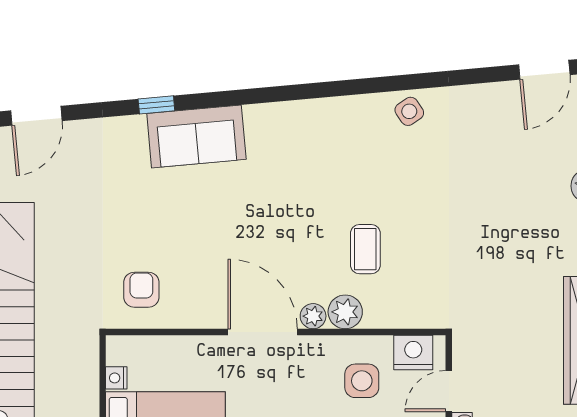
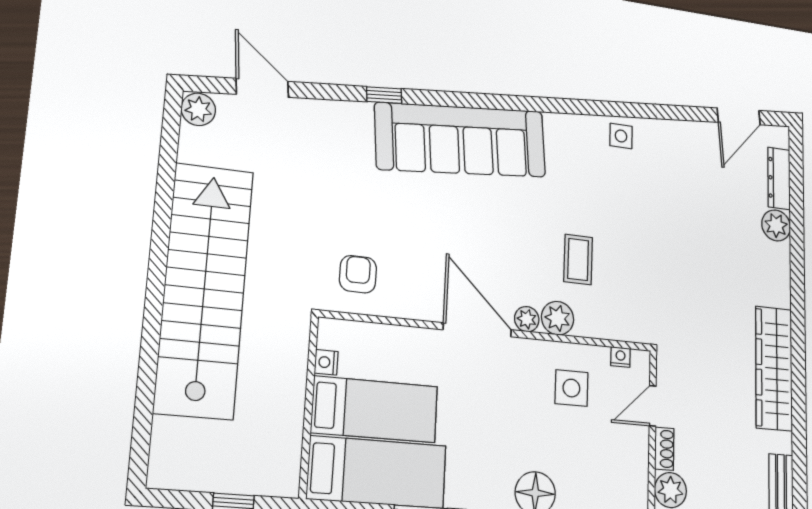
side table: (409, 111) -> (621, 136), turned 34
door: (36, 116) -> (262, 88), swing flipped
sofa: (196, 136) -> (461, 140), width x1.85, depth x1.27
nightstand: (413, 352) -> (621, 357), width x0.53, depth x0.56

